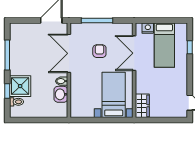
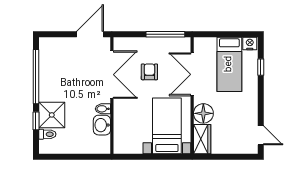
window: (97, 21) -> (165, 34), moved
nightstand: (148, 28) -> (250, 43), moved
double door: (69, 53) -> (112, 75), swing flipped
window: (7, 55) -> (36, 77), width x1.46
floor lamp: (143, 85) -> (203, 113), added

